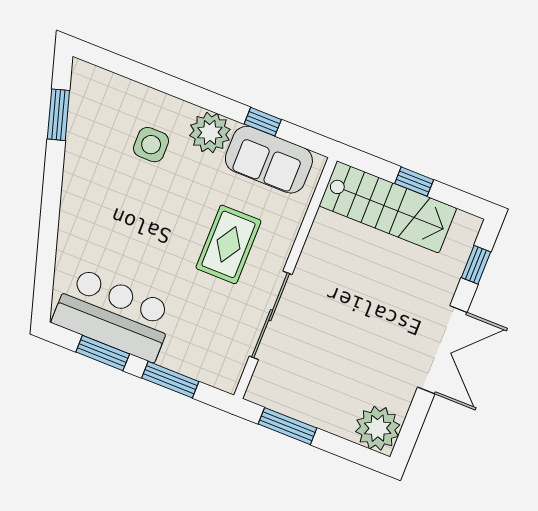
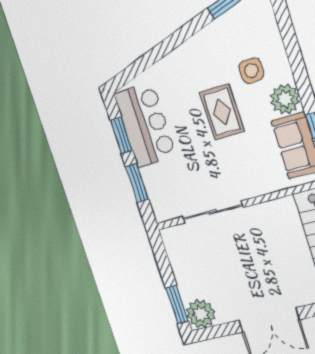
rug: (228, 244) -> (222, 112), moved, turned 90
window: (287, 426) -> (177, 305), moved

